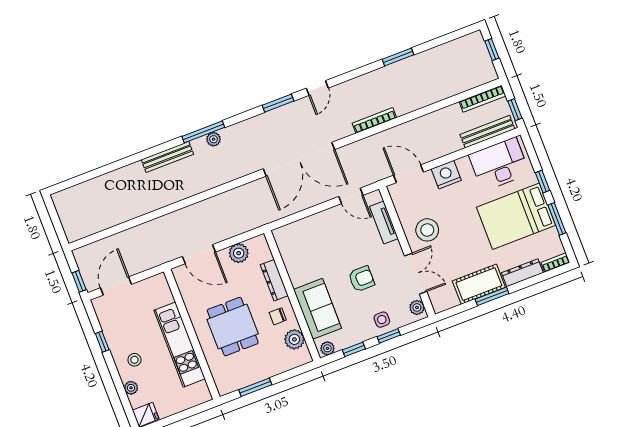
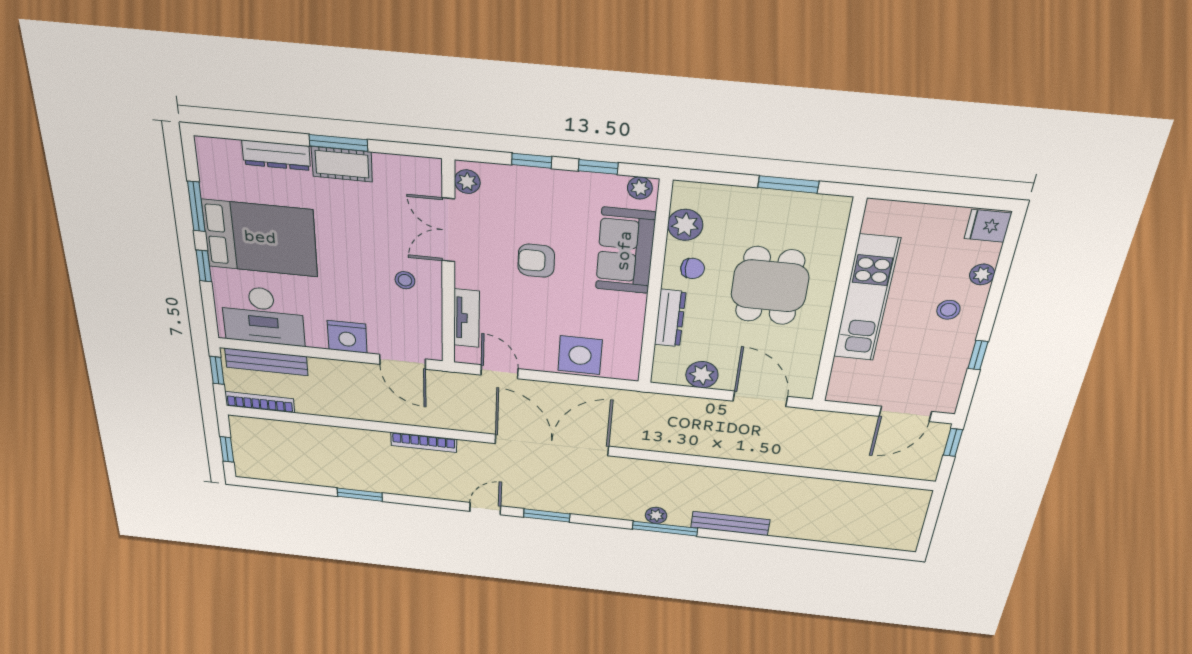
stool: (427, 230) -> (405, 280), width x0.53, depth x0.53
bookcase: (555, 262) -> (217, 146), removed
cot: (479, 284) -> (342, 164), width x0.73, depth x0.75
side table: (382, 320) -> (580, 355), moved, width x1.87, depth x1.87

